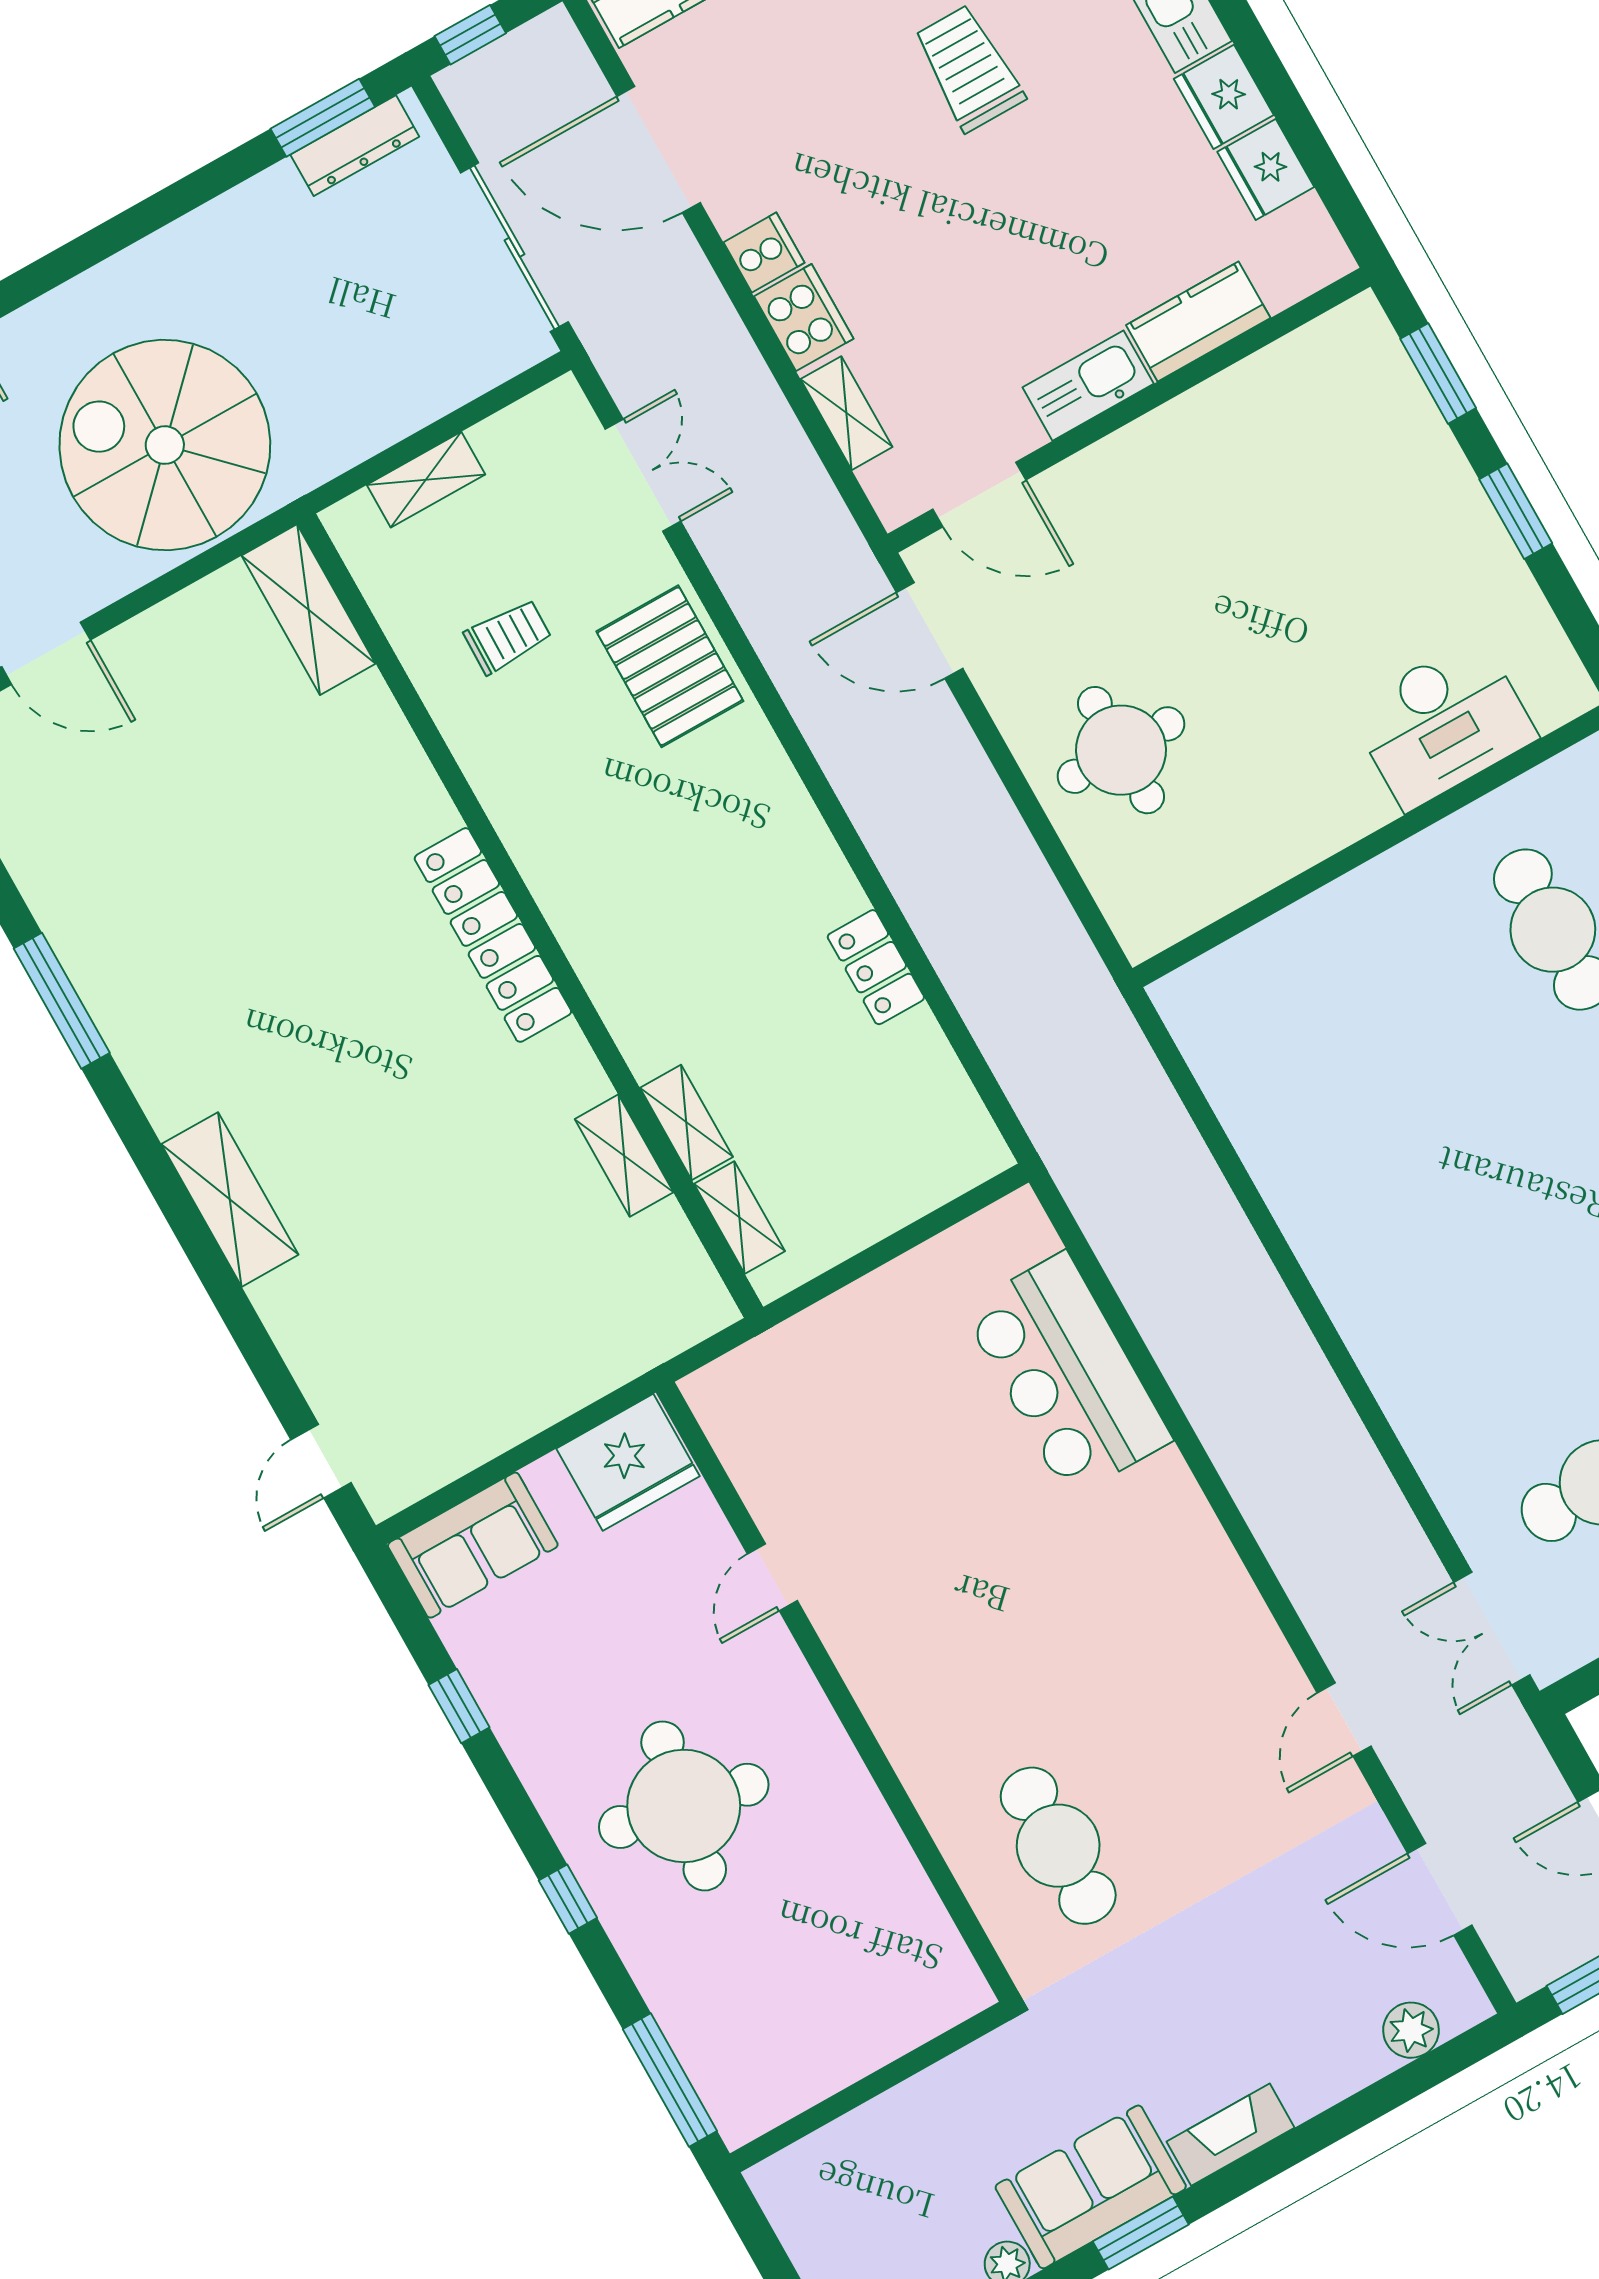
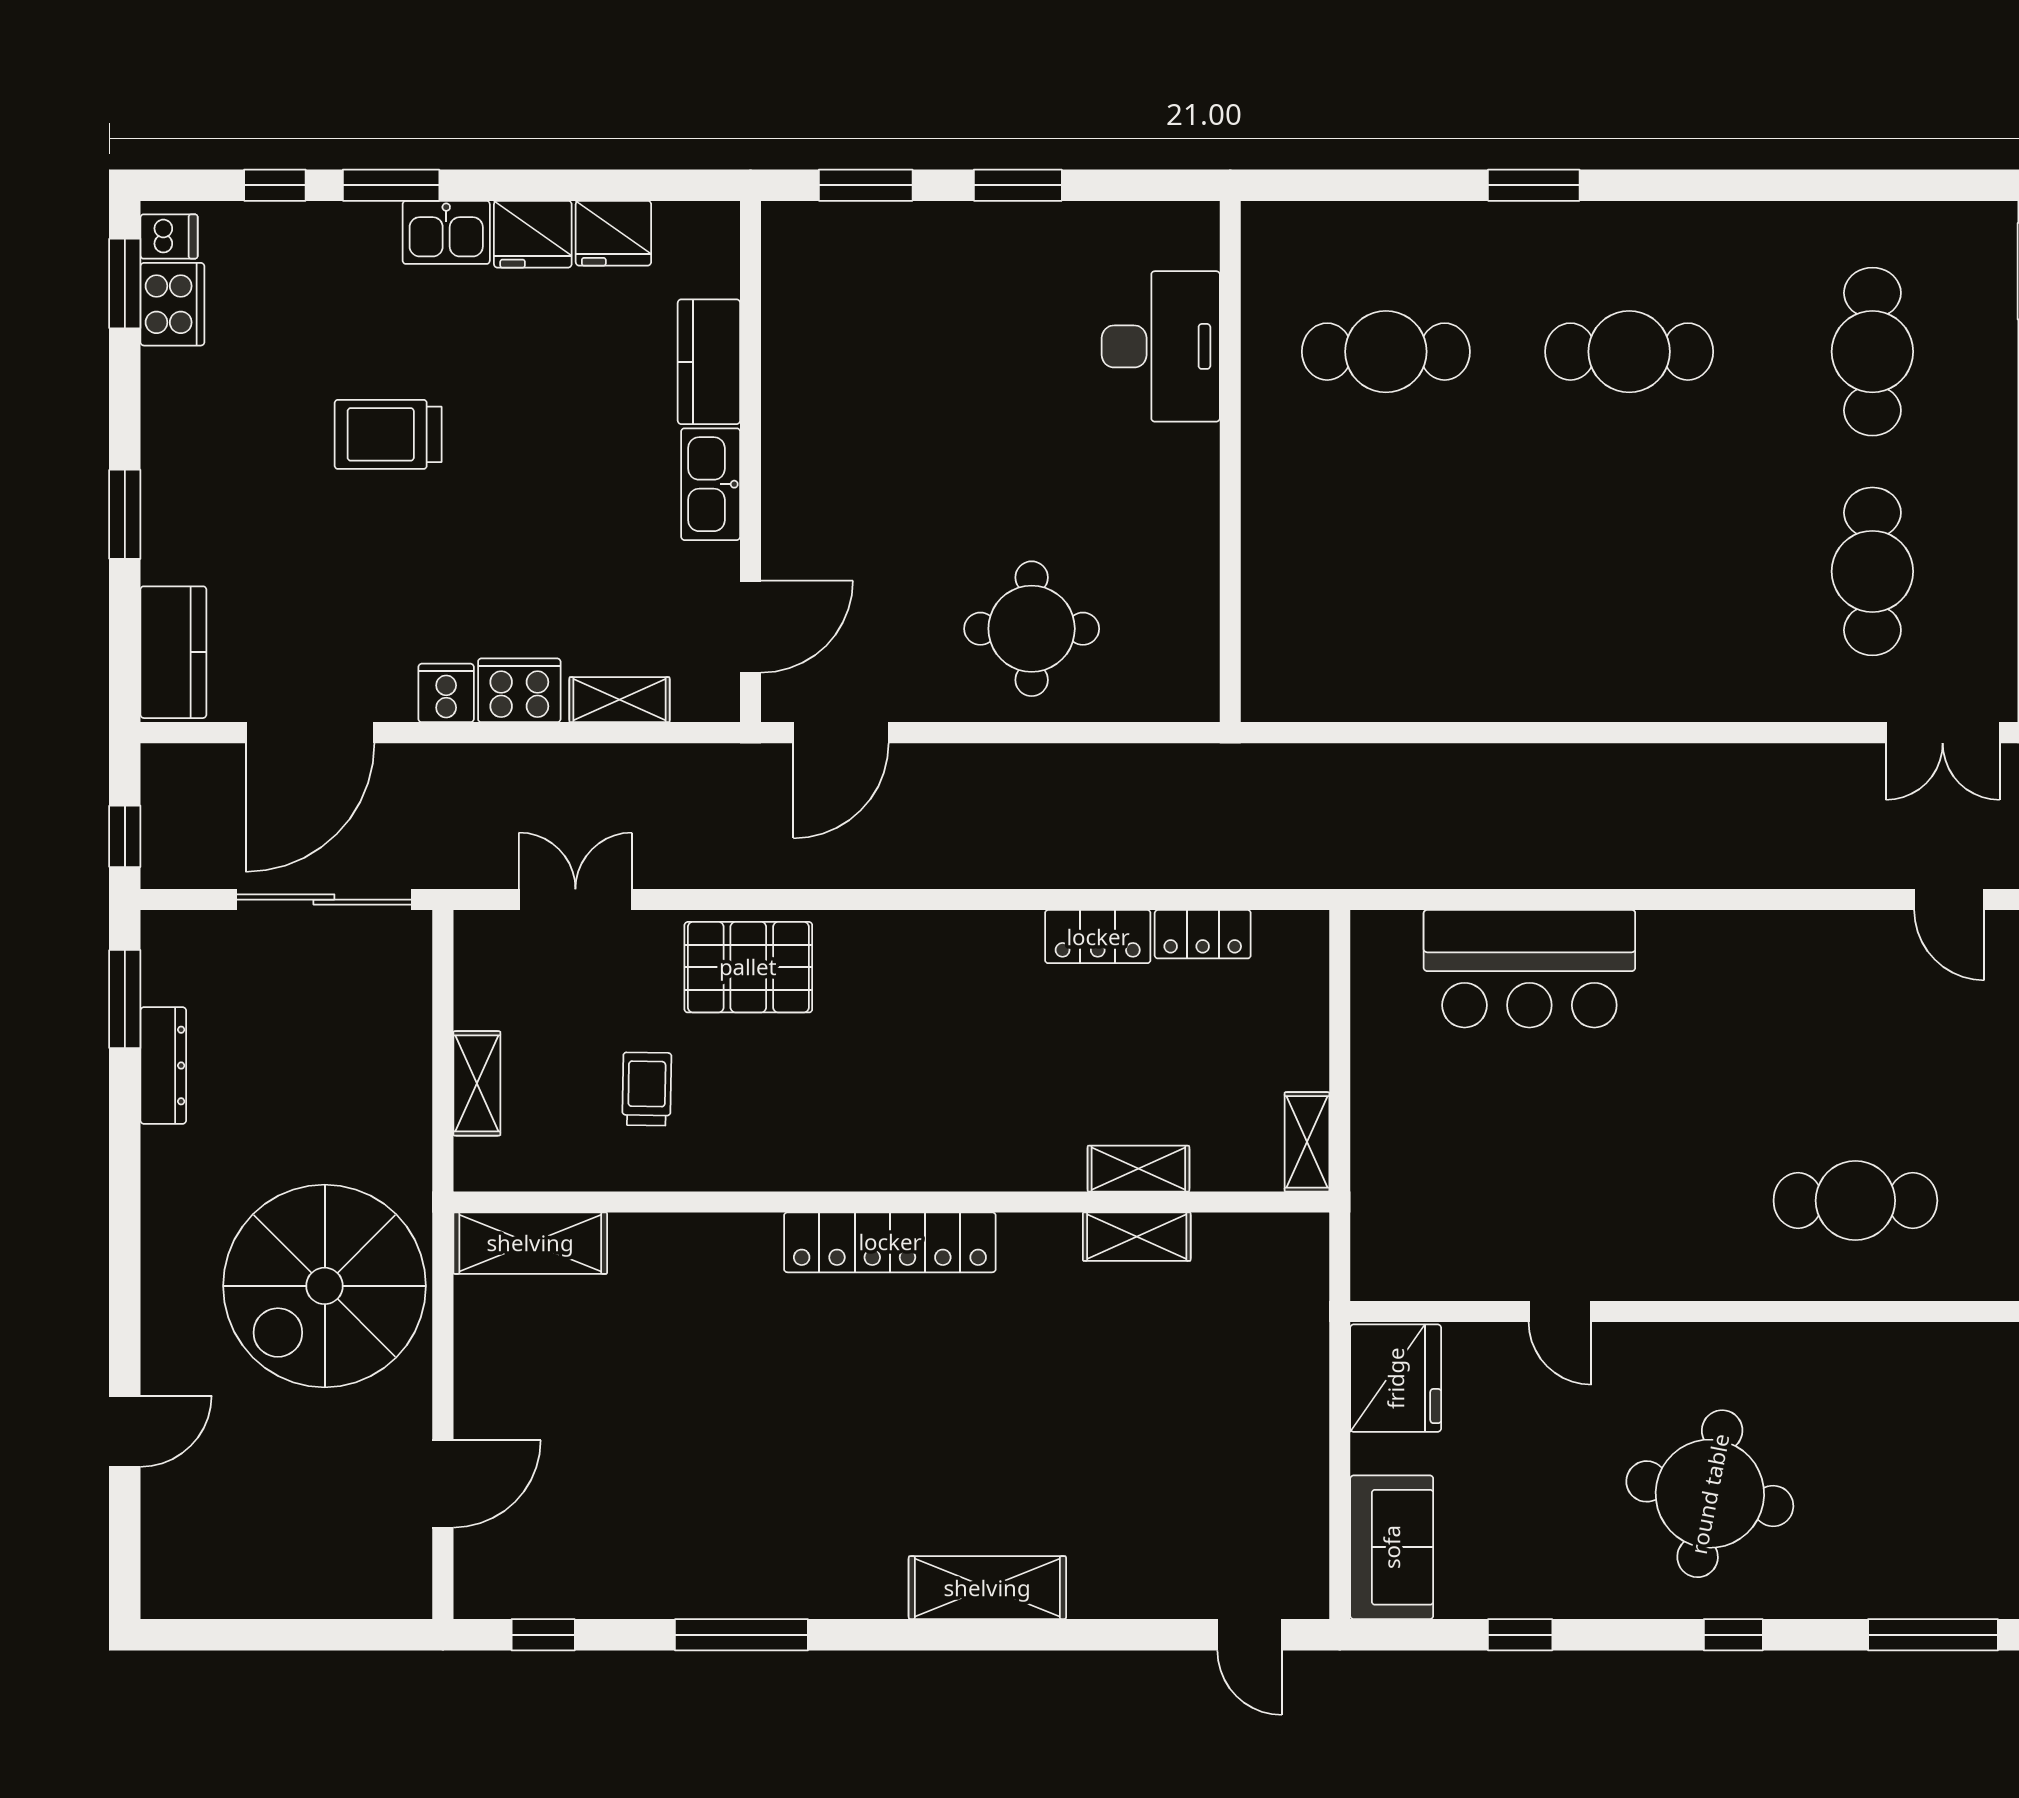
dresser: (355, 146) -> (163, 1066), moved
locker: (932, 1061) -> (1203, 934), added
shelving: (739, 1218) -> (1307, 1142), moved, turned 90
cafe table: (1058, 1846) -> (1855, 1201), moved

